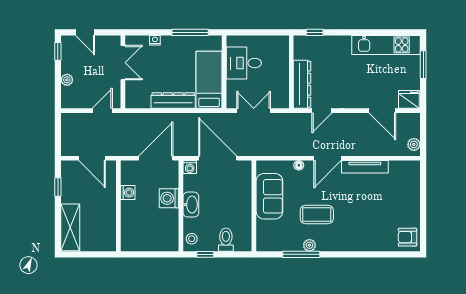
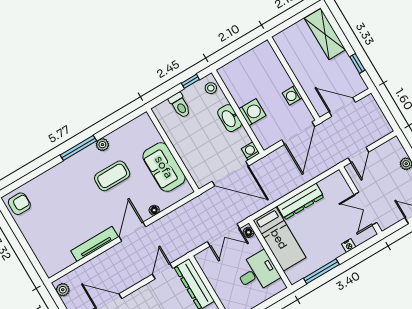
floor lamp: (231, 100) -> (249, 232), added
door: (156, 158) -> (298, 133), moved
window: (301, 254) -> (78, 148), moved

